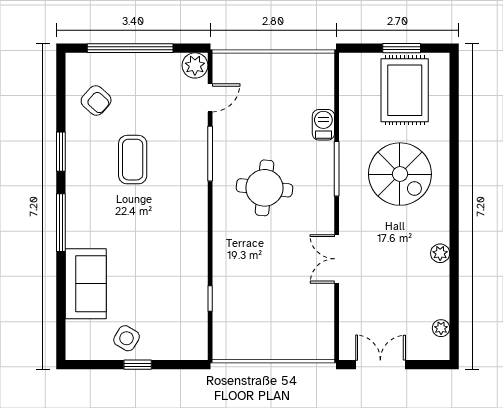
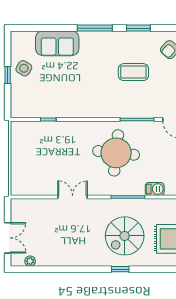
window: (454, 181) -> (120, 269), added
round table: (264, 188) -> (116, 153), width x1.36, depth x1.36
plant: (440, 253) -> (76, 261), removed
double door: (380, 365) -> (8, 238), moved

